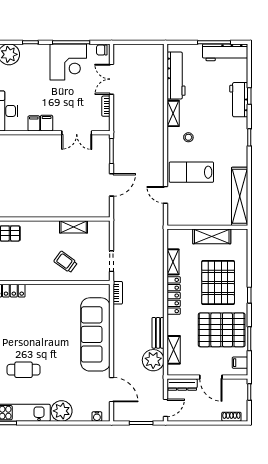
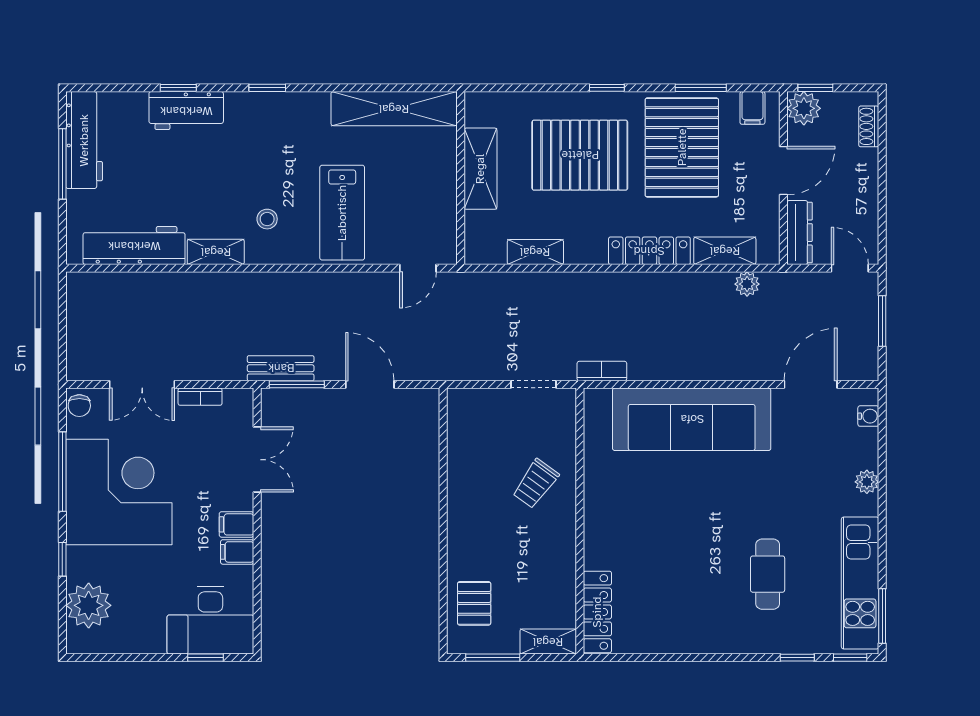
corner desk: (68, 62) -> (119, 492), width x1.36, depth x1.36
door: (166, 195) -> (418, 268), moved
shelving: (74, 227) -> (460, 466), removed
locker: (174, 296) -> (649, 251), moved
bench: (158, 333) -> (281, 368), moved
plant: (153, 360) -> (747, 284), width x0.53, depth x0.53
plant: (240, 387) -> (804, 108), added
plant: (62, 411) -> (867, 482), width x0.53, depth x0.53

